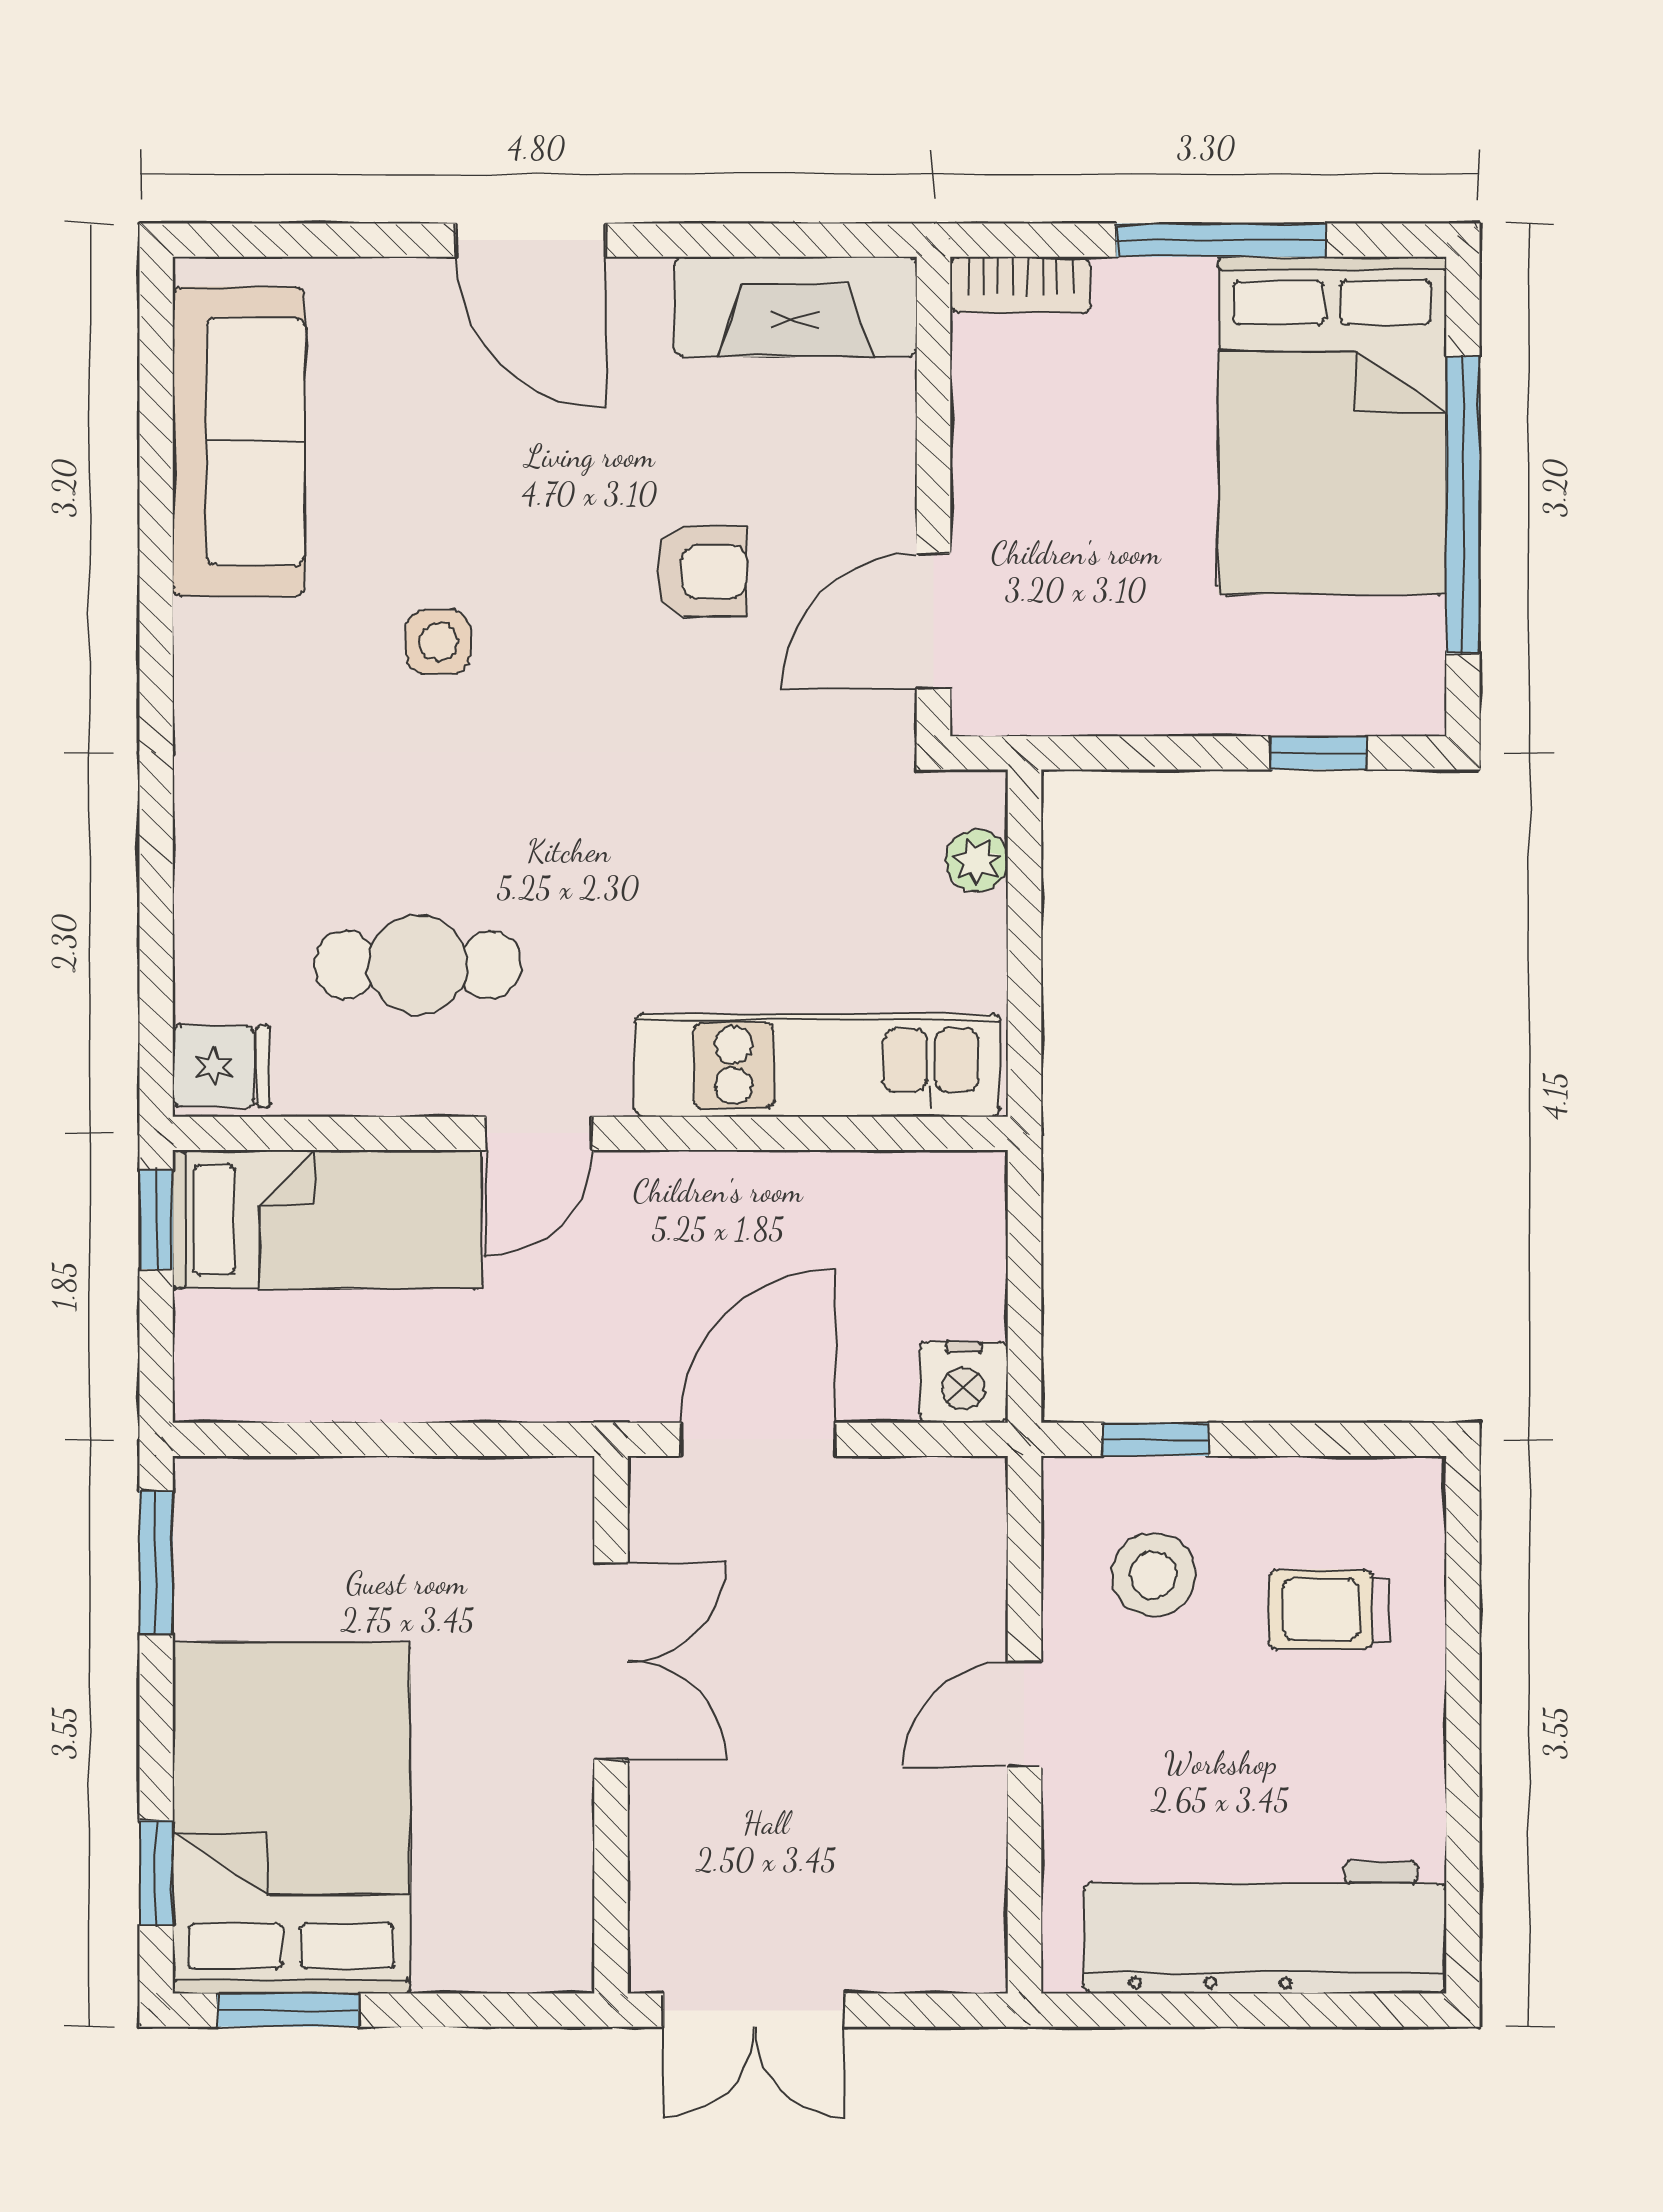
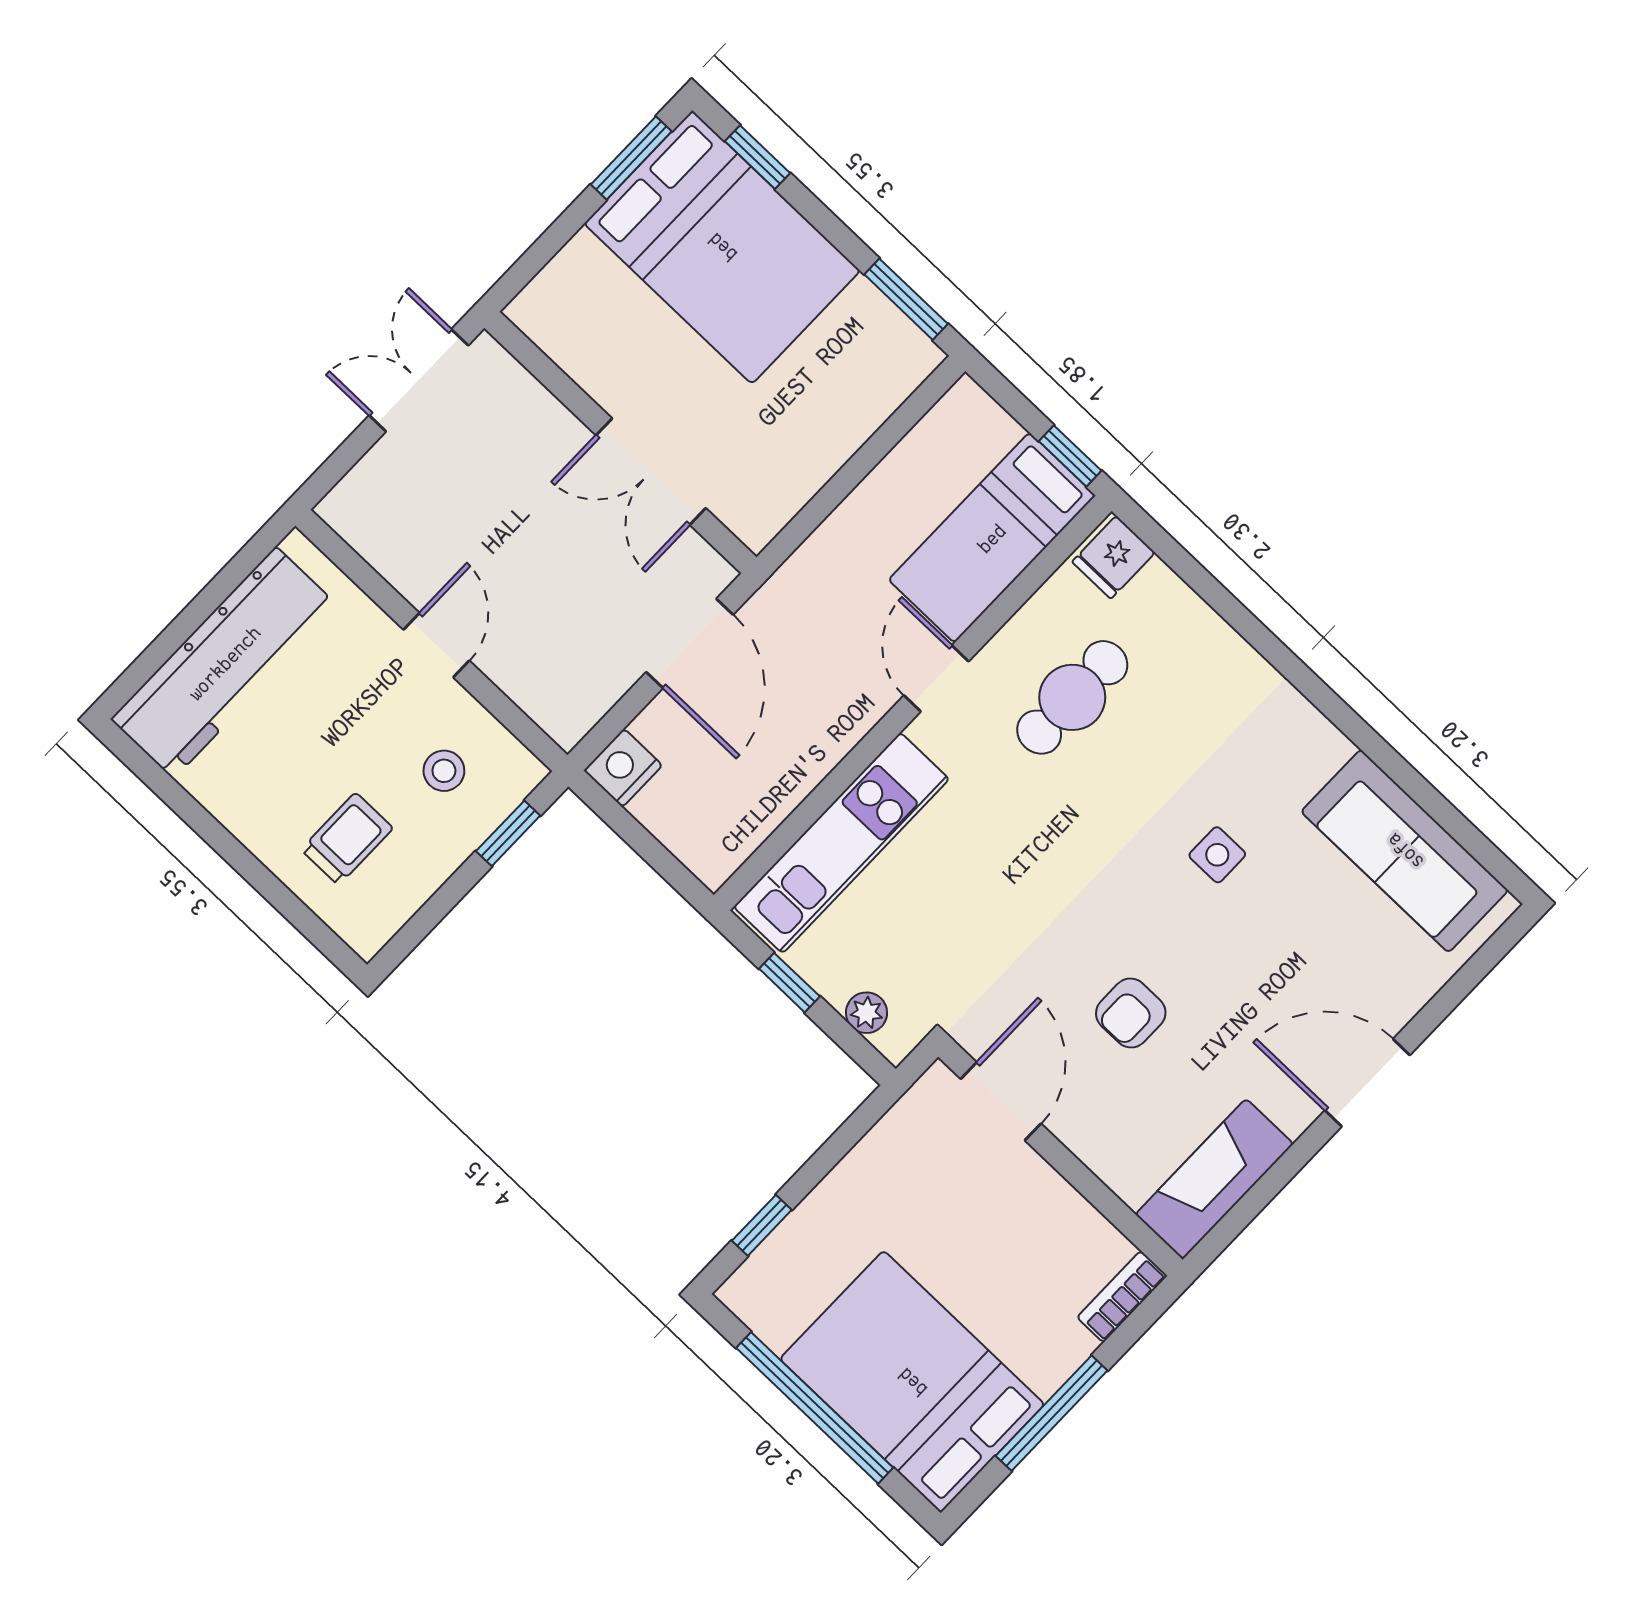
window: (1024, 976) -> (789, 983), added
stool: (1154, 1575) -> (444, 771), width x0.73, depth x0.73

